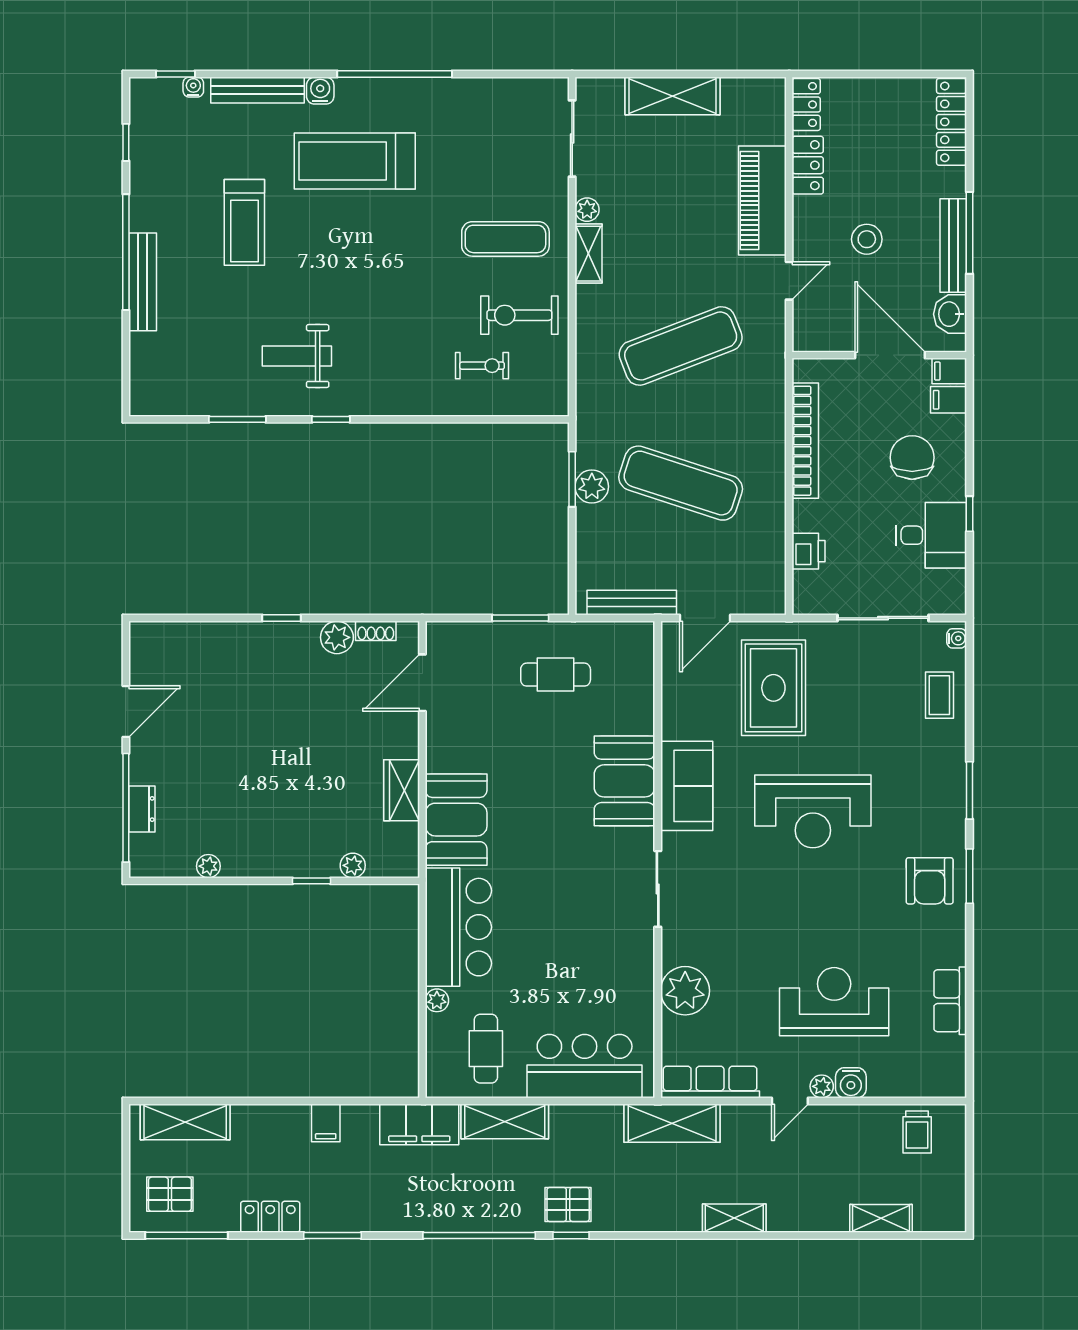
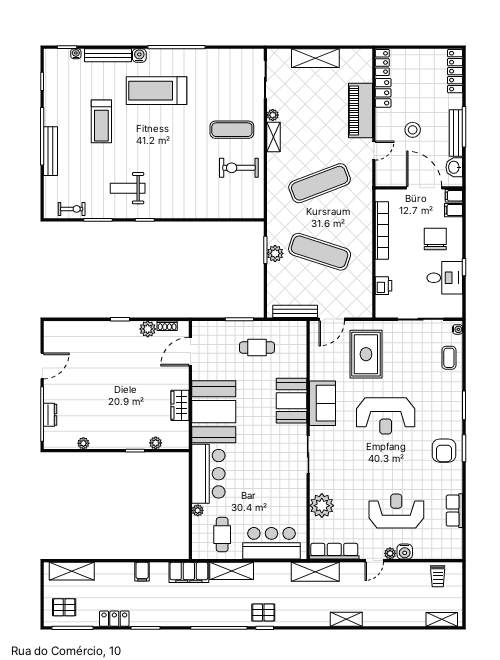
exercise bike: (482, 366) -> (72, 209), moved
booth: (456, 820) -> (214, 412), width x1.36, depth x1.42
shelving: (881, 1218) -> (442, 619), moved

